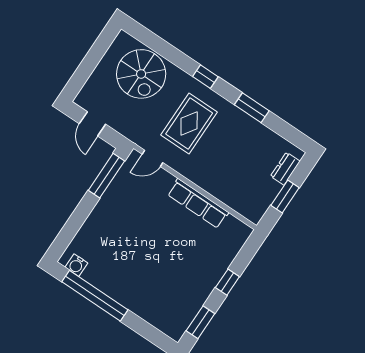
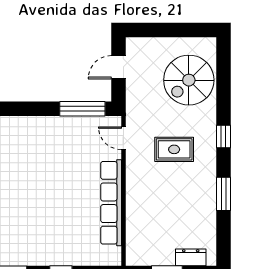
rug: (189, 123) -> (174, 149), width x0.73, depth x0.70
row of seats: (198, 203) -> (111, 203), width x1.36

